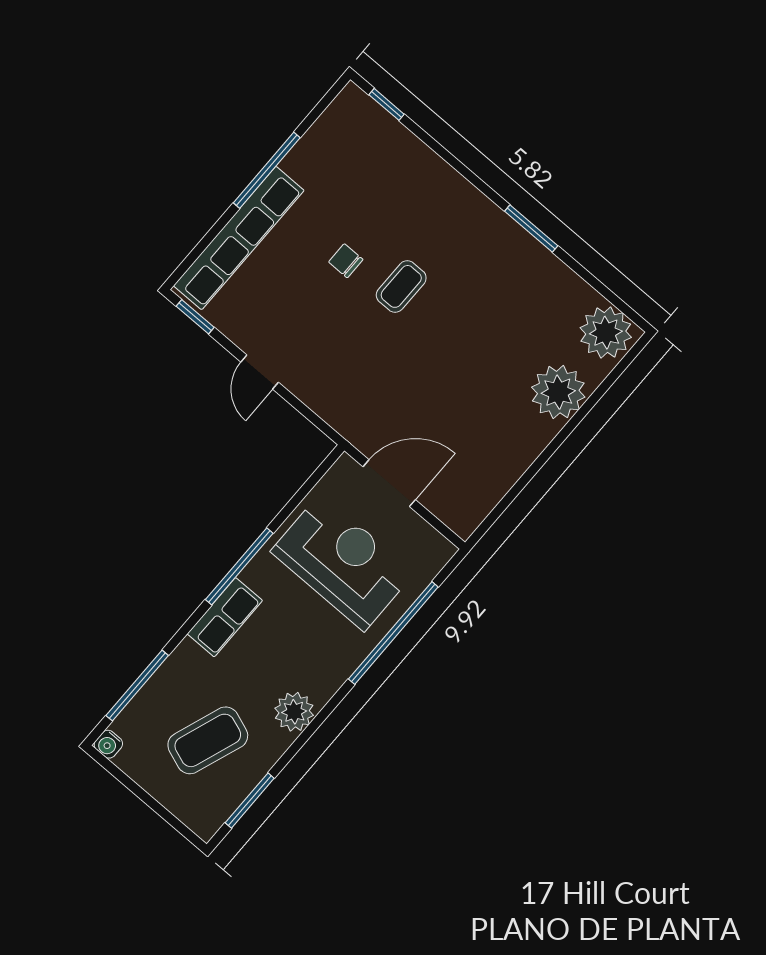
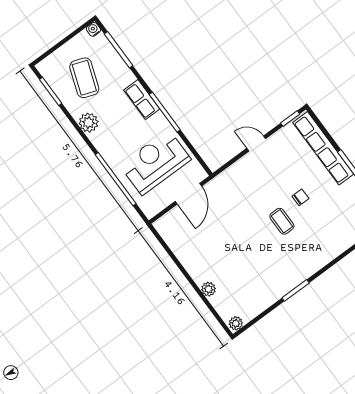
plant: (606, 333) -> (236, 323), width x0.53, depth x0.53
plant: (558, 392) -> (209, 289), width x0.53, depth x0.53
reception desk: (342, 562) -> (155, 162), turned 180

